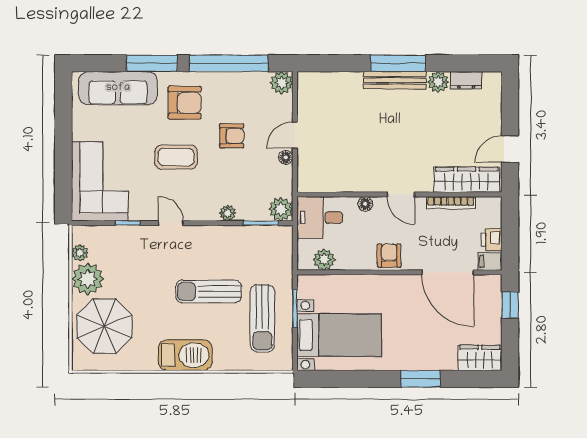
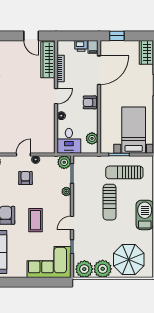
door: (295, 135) -> (23, 154), swing flipped
armchair: (232, 136) -> (25, 178), moved
plant: (80, 253) -> (84, 269), width x1.88, depth x1.88
sun lounger: (262, 318) -> (124, 172), turned 180

